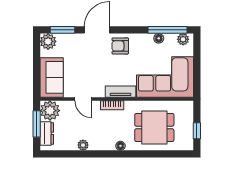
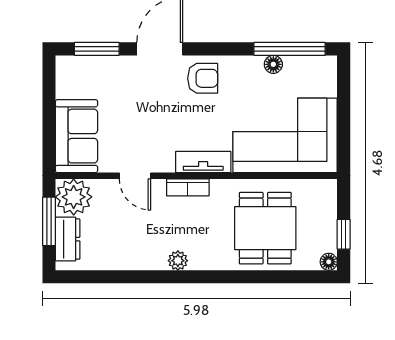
plant: (183, 39) -> (318, 66), removed
plant: (48, 41) -> (70, 70), removed
armchair: (120, 46) -> (203, 78), turned 180
dining table: (154, 127) -> (265, 228), turned 90
plant: (83, 145) -> (178, 261), moved
floor lamp: (120, 146) -> (329, 262), moved

